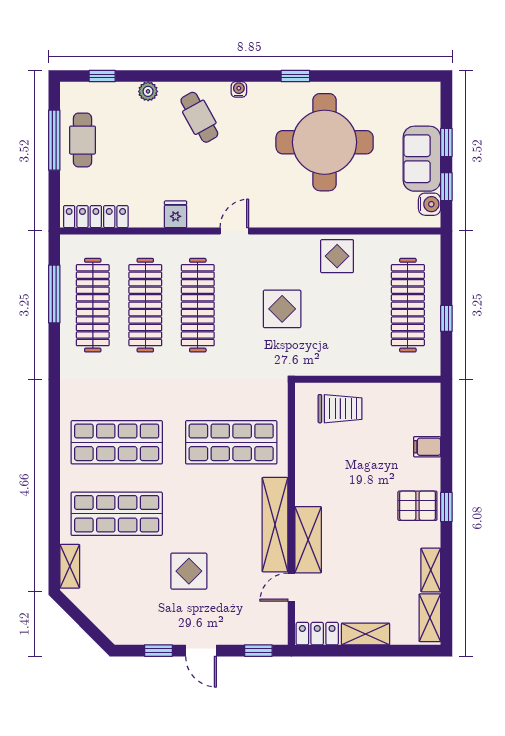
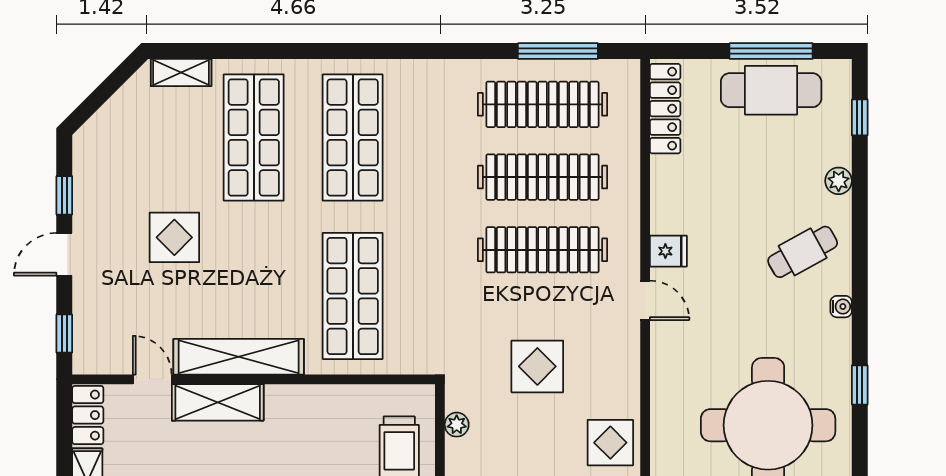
cafe table: (82, 140) -> (771, 90), width x1.37, depth x1.35
fridge: (176, 214) -> (668, 251), moved
plant: (324, 367) -> (457, 425), added

